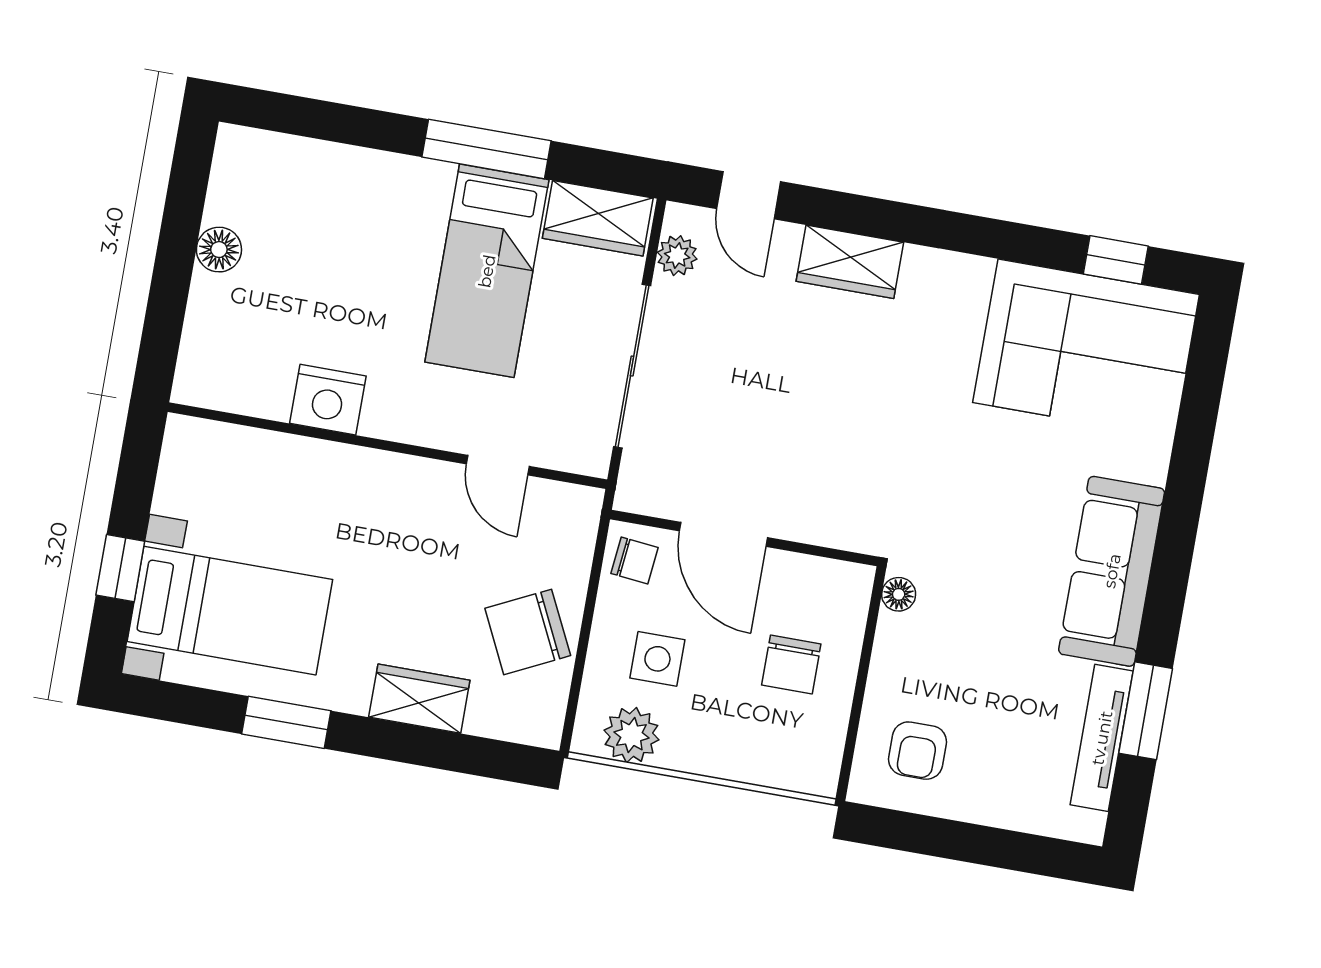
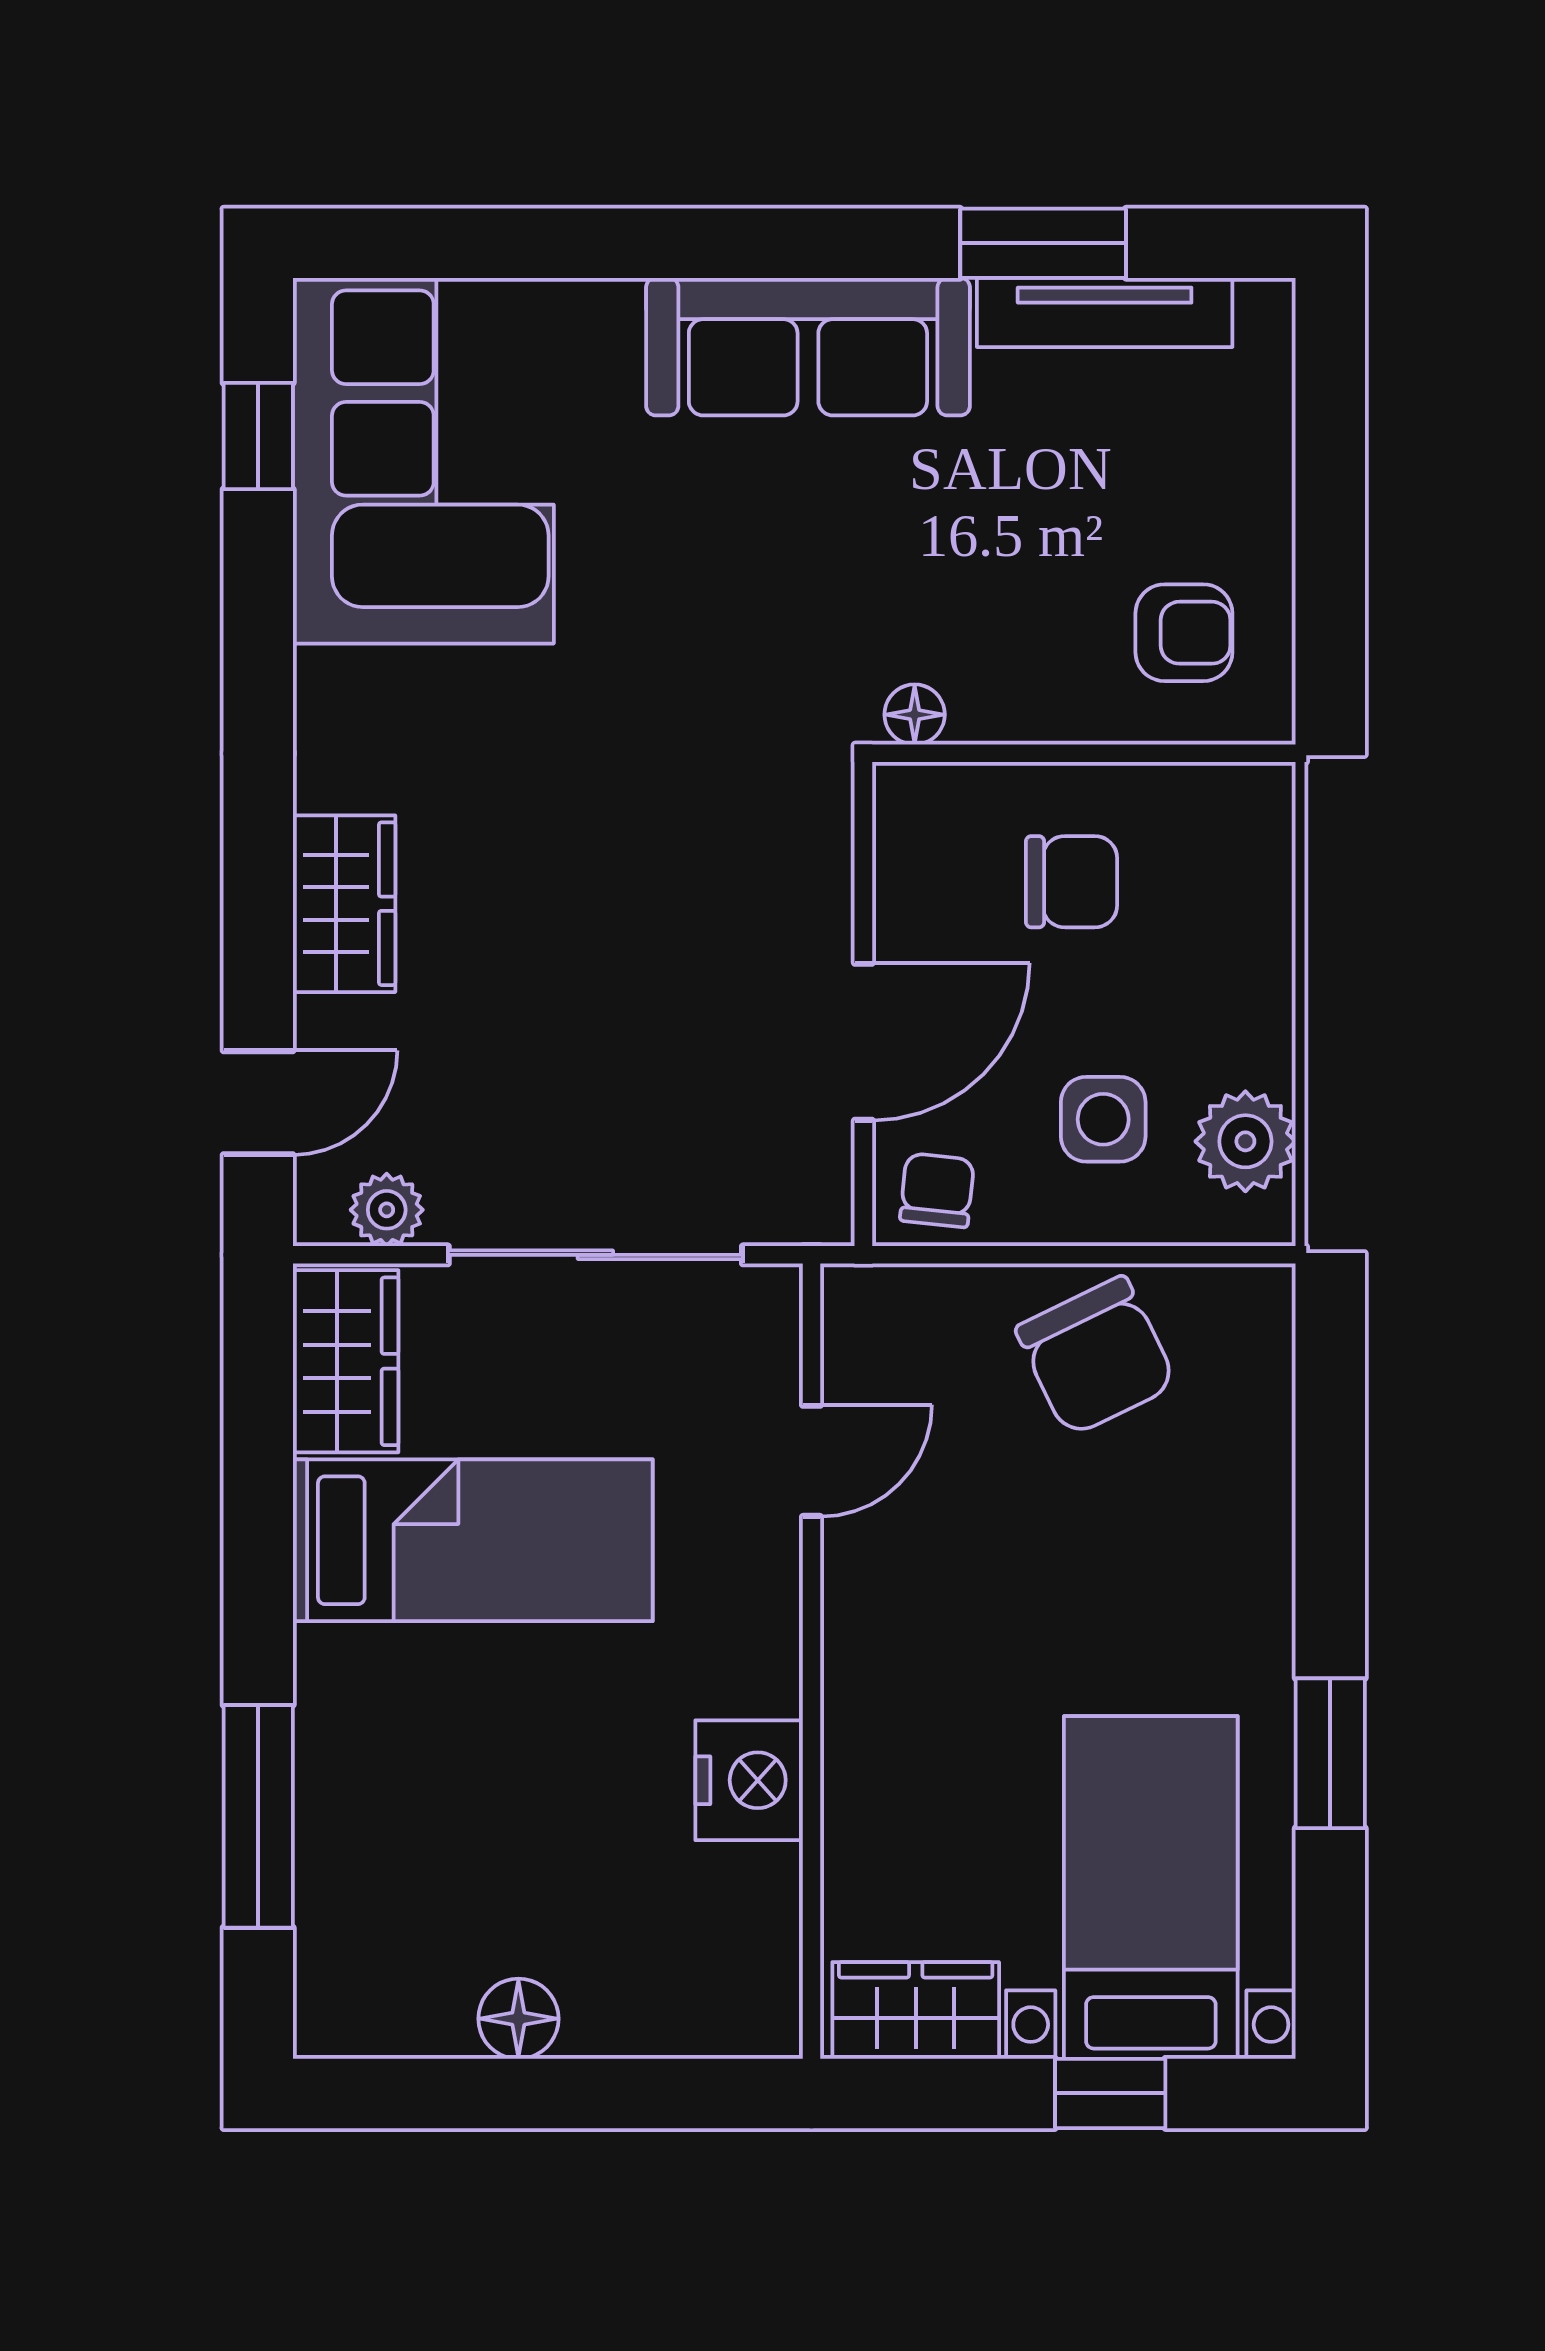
window: (486, 149) -> (258, 1816), moved
wardrobe: (419, 699) -> (916, 2010), moved, turned 90

